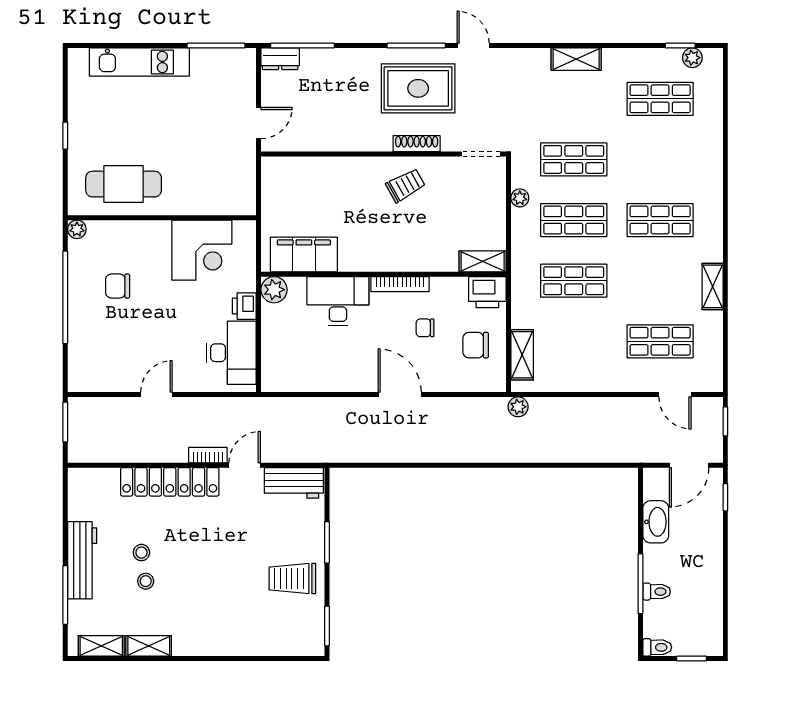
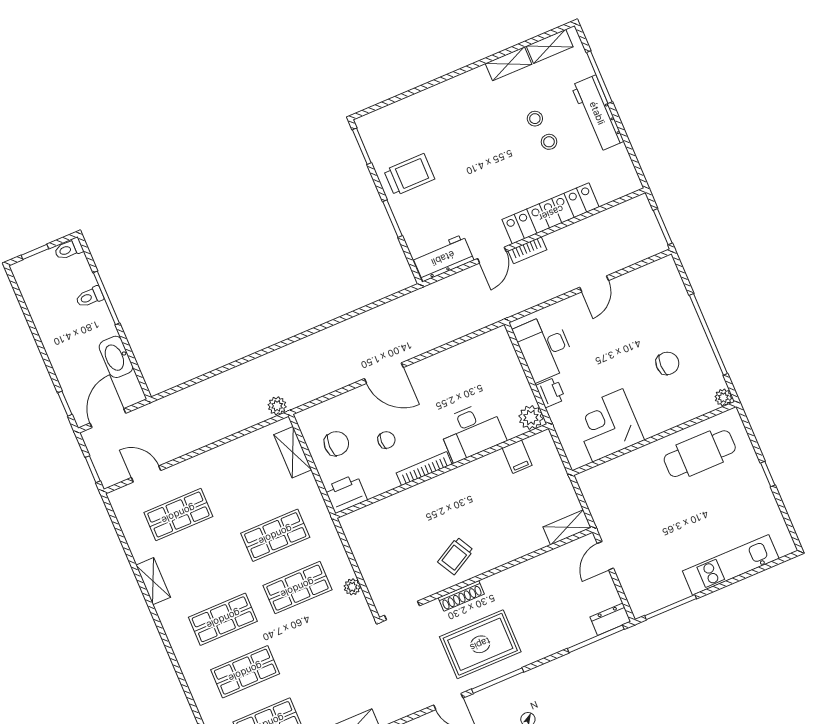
shop shelf: (574, 159) -> (245, 672), moved
filing cabinet: (304, 255) -> (517, 457), width x0.33, depth x0.86
shelving: (483, 261) -> (567, 527), moved

